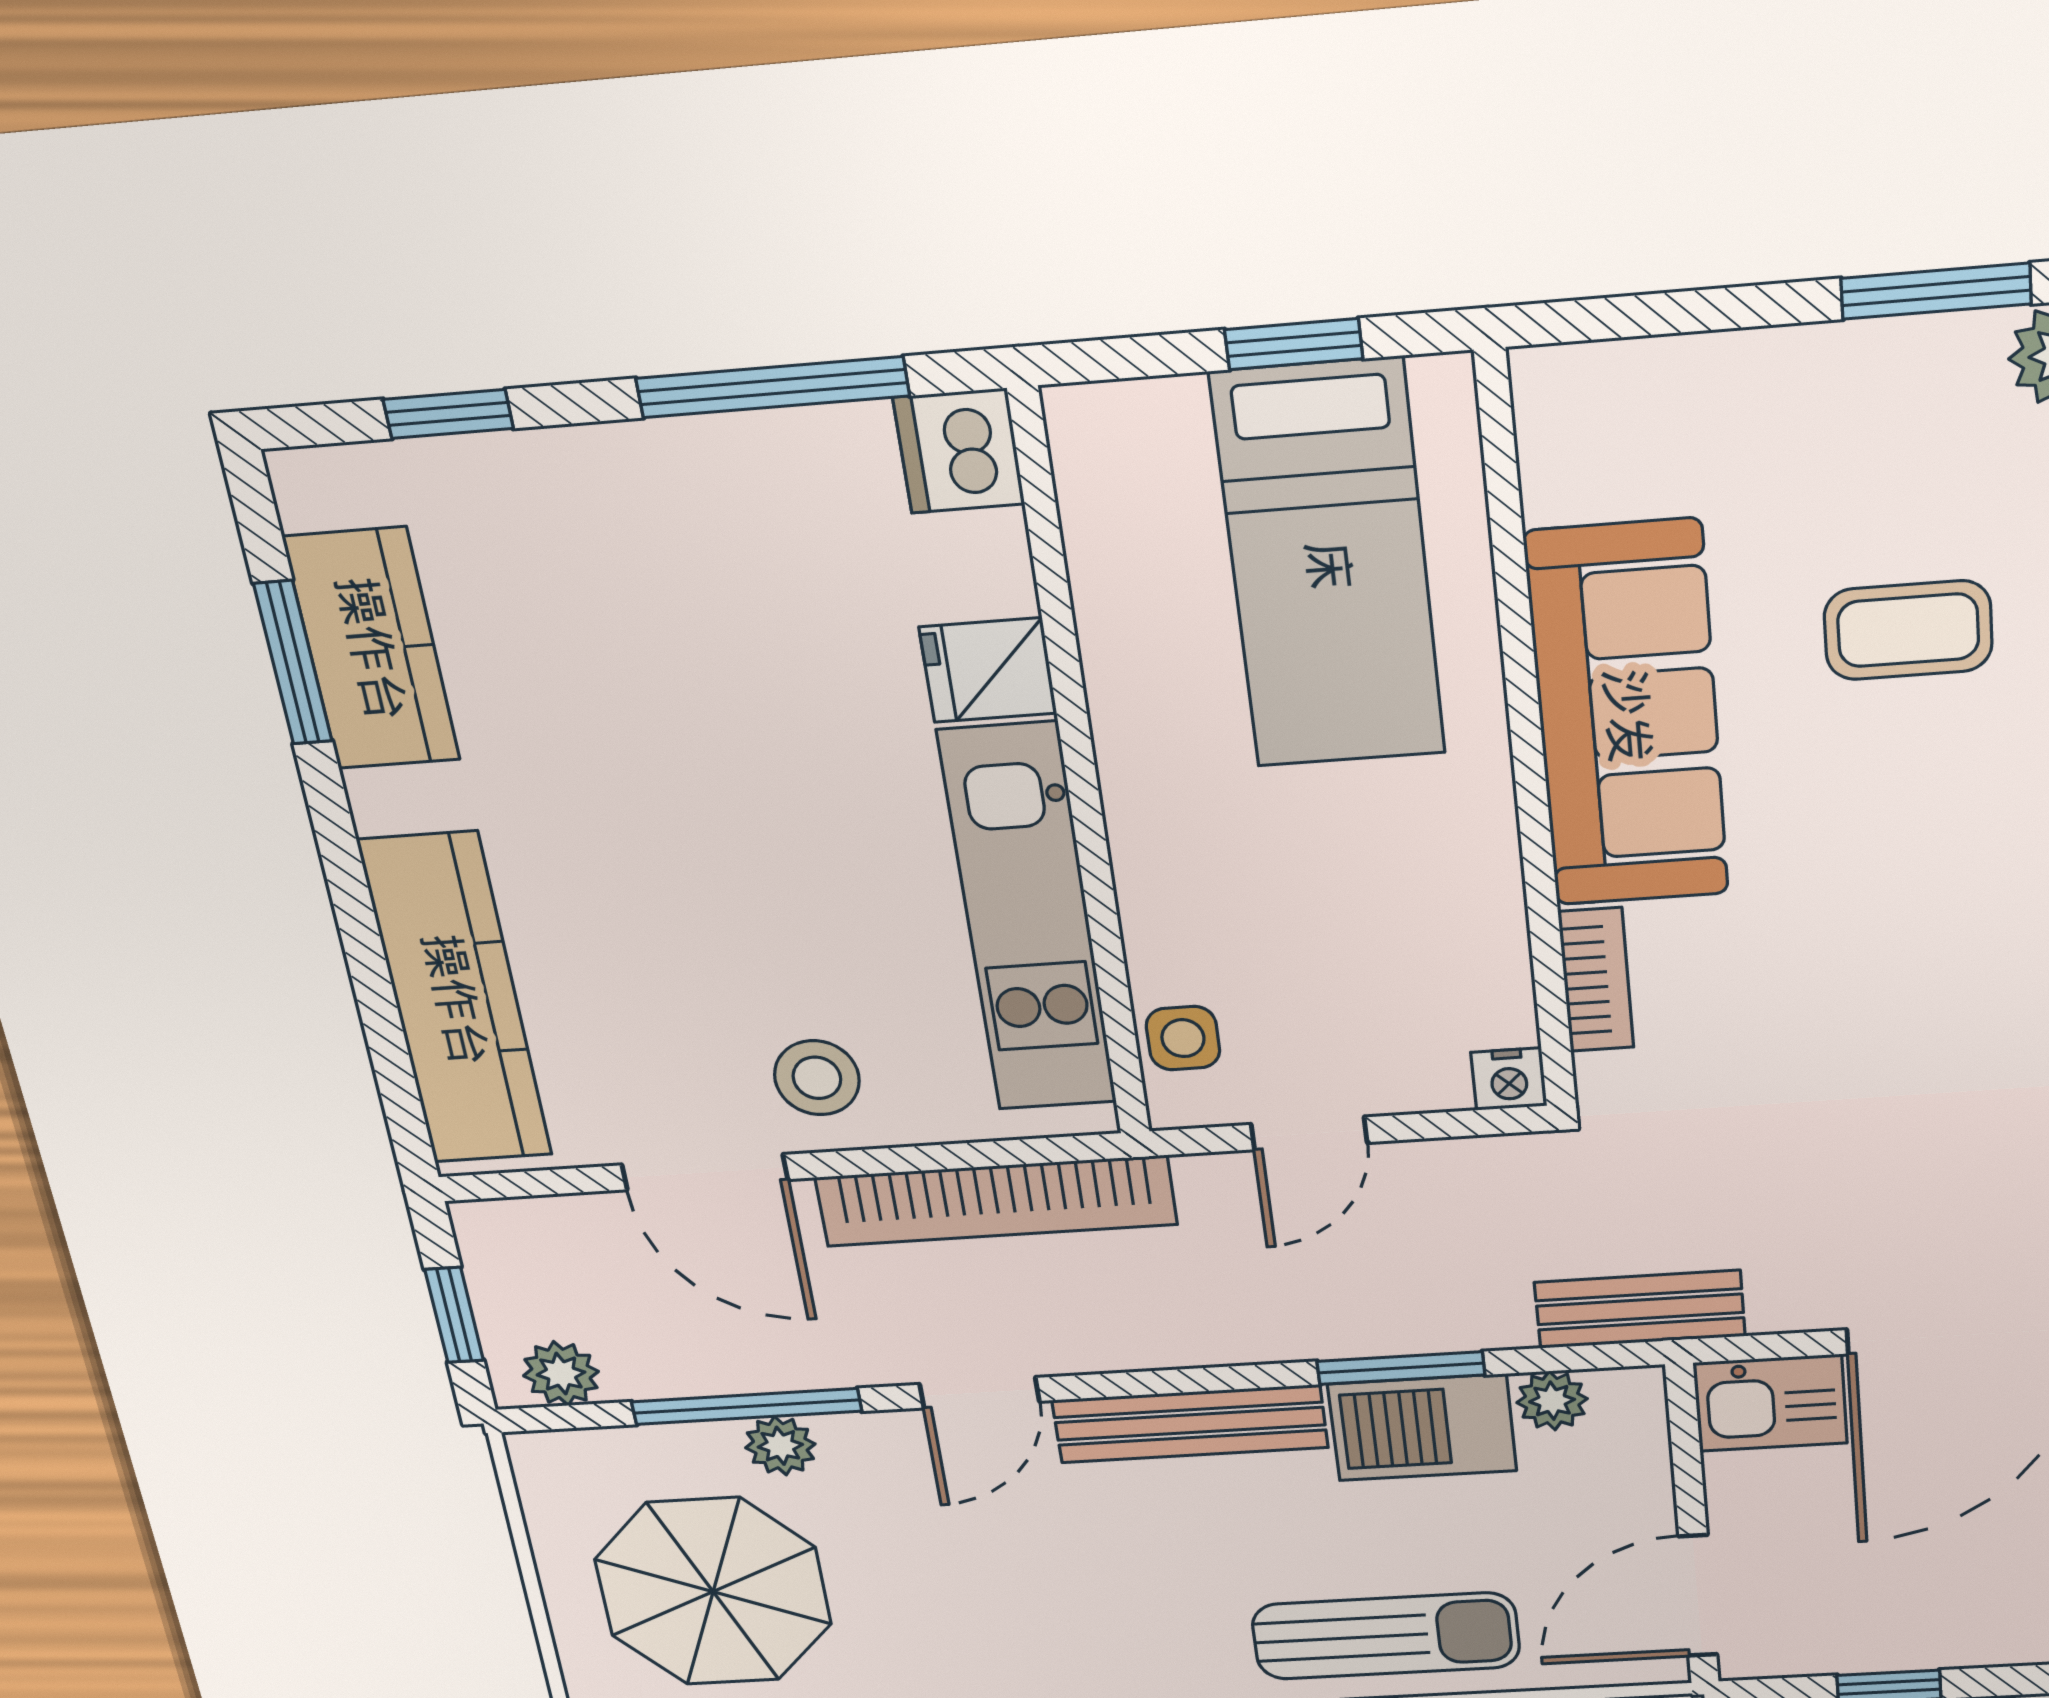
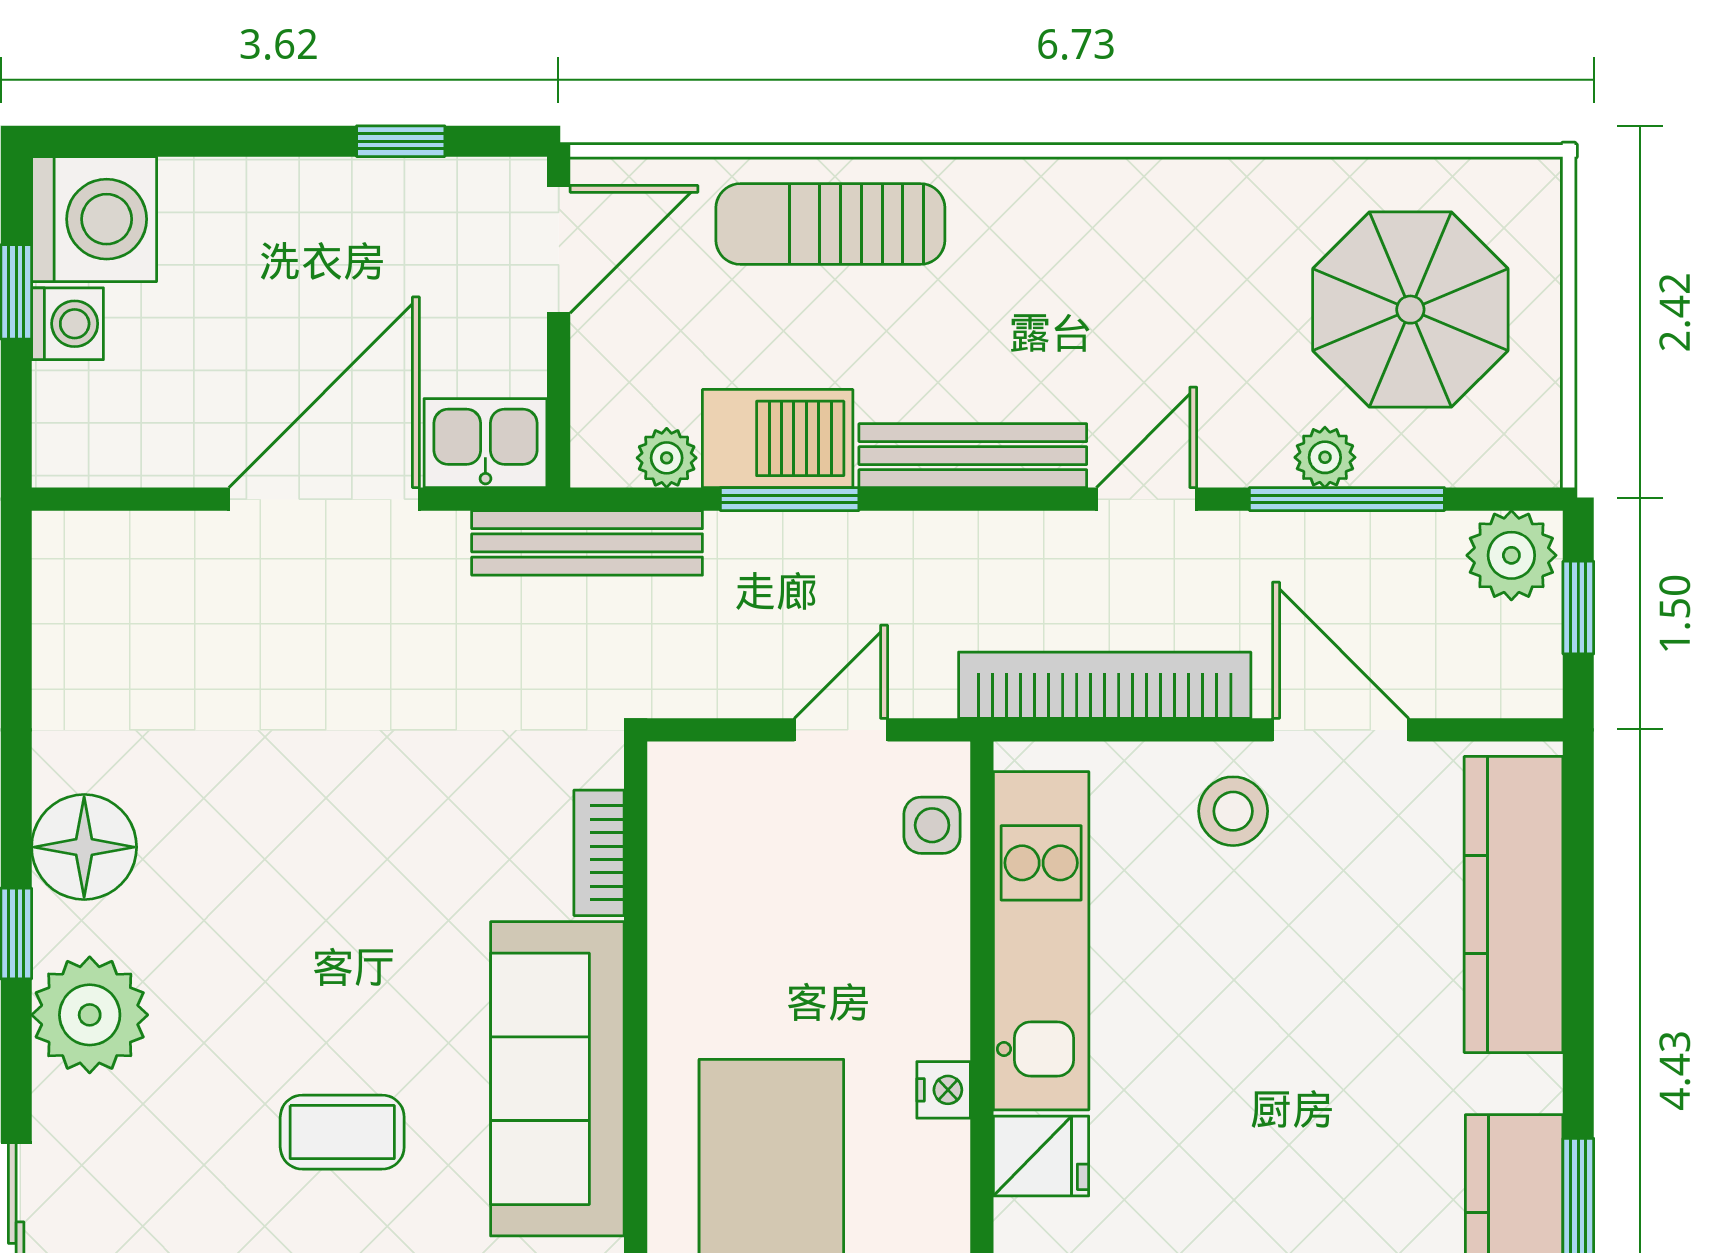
nightstand: (1509, 1079) -> (944, 1090), moved, turned 90
bench: (1640, 1309) -> (587, 543), width x1.36
plant: (561, 1374) -> (1511, 555), width x1.38, depth x1.38

